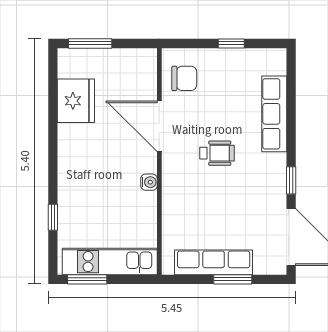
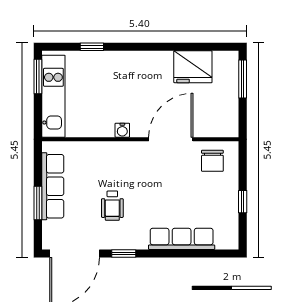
wheelchair: (217, 153) -> (112, 206), moved

